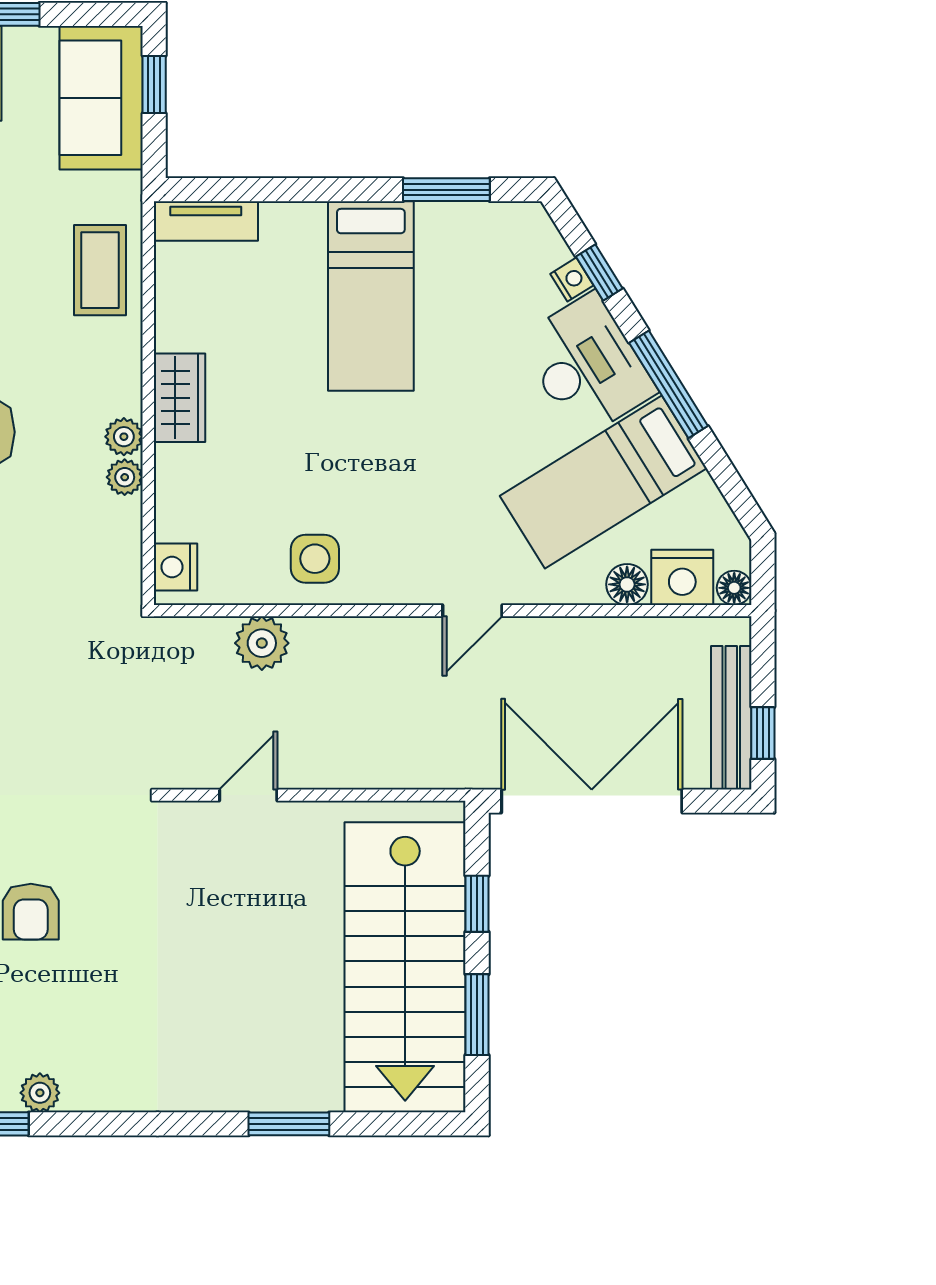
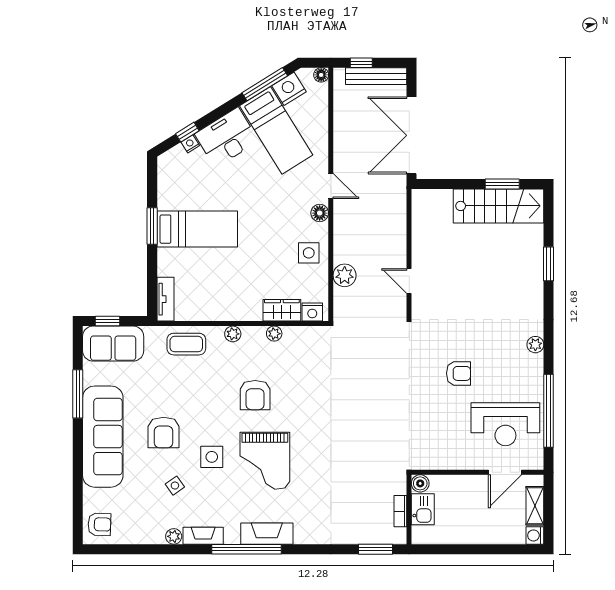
window: (446, 190) -> (152, 226), moved
window: (669, 384) -> (265, 84), moved
wardrobe: (179, 398) -> (282, 310), moved
plant: (124, 437) -> (233, 334), moved
nightstand: (682, 577) -> (289, 89), moved, turned -122
floor lamp: (627, 584) -> (320, 213), moved
window: (763, 733) -> (361, 63), moved
window: (477, 904) -> (455, 184), removed
stairs: (405, 967) -> (499, 206), width x0.73, depth x0.66
plant: (40, 1093) -> (535, 345), moved

